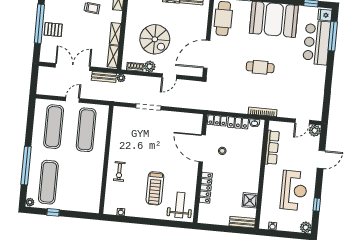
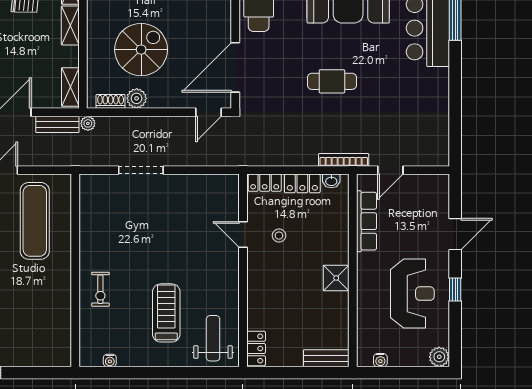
shelving: (115, 34) -> (70, 25), moved
spiral stairs: (155, 39) -> (141, 50), turned -90
door: (169, 76) -> (208, 112), moved
door: (302, 121) -> (390, 170), moved
plant: (315, 131) -> (439, 184), removed
door: (202, 148) -> (243, 235), width x0.53
treadmill: (155, 188) -> (166, 313), turned 180
locker: (206, 188) -> (256, 349), moved, width x0.66
shower: (250, 200) -> (336, 278), moved
window: (317, 205) -> (455, 289), moved

